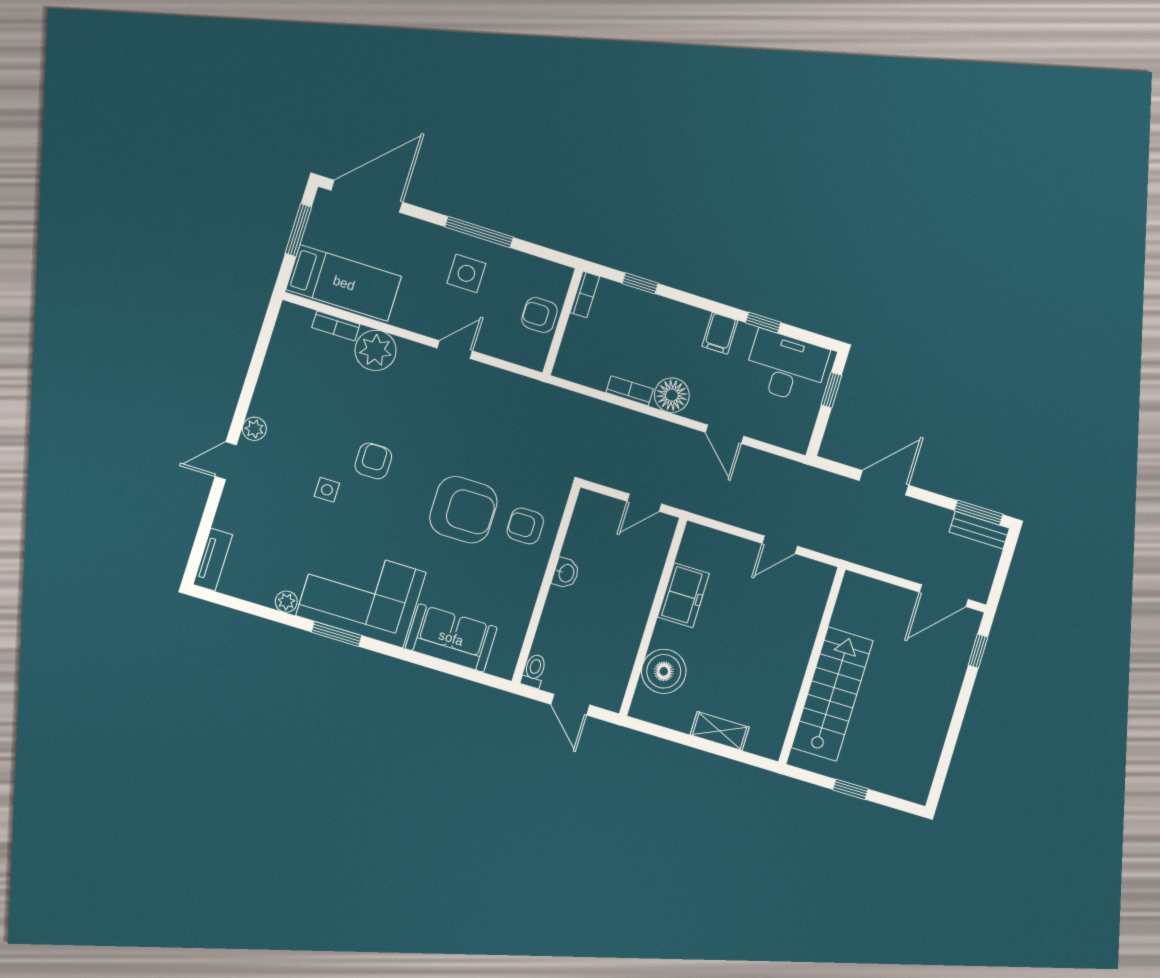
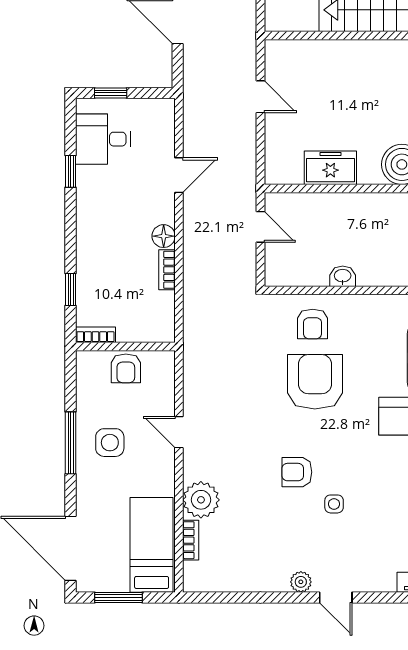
filing cabinet: (720, 333) -> (92, 206), removed
desk: (786, 367) -> (103, 139), width x0.73
floor lamp: (672, 395) -> (164, 236), width x0.73, depth x0.73

